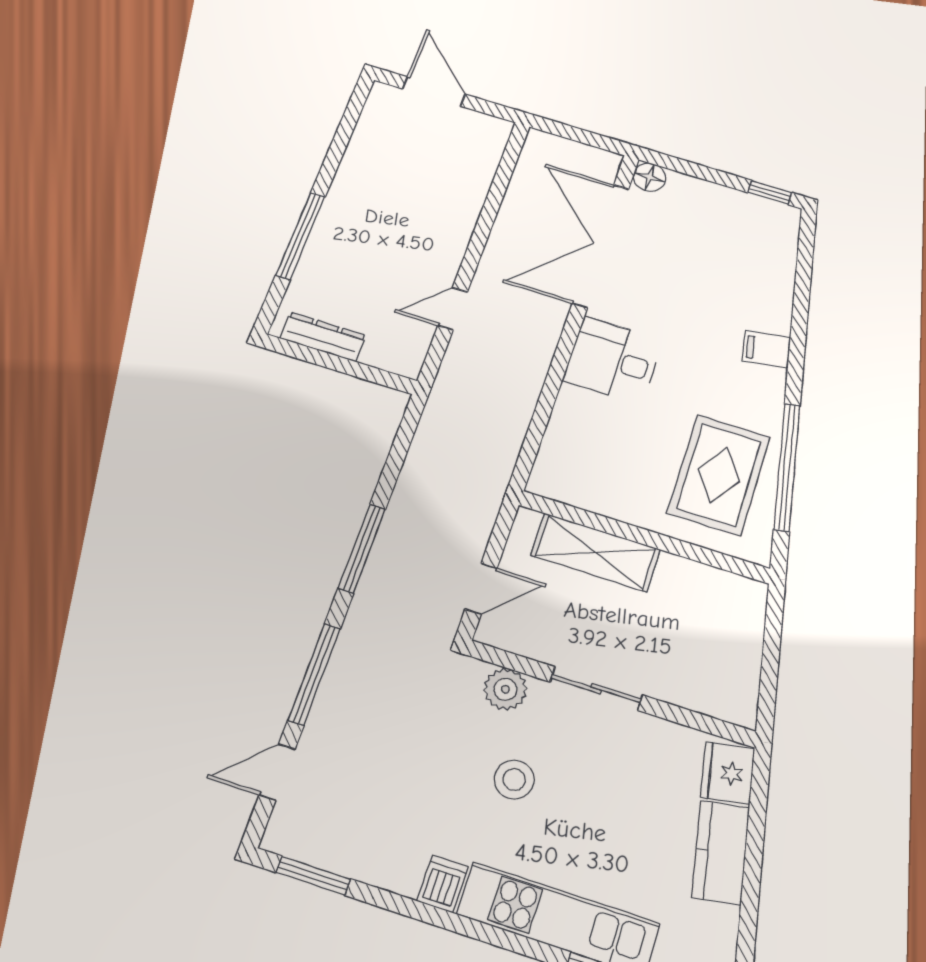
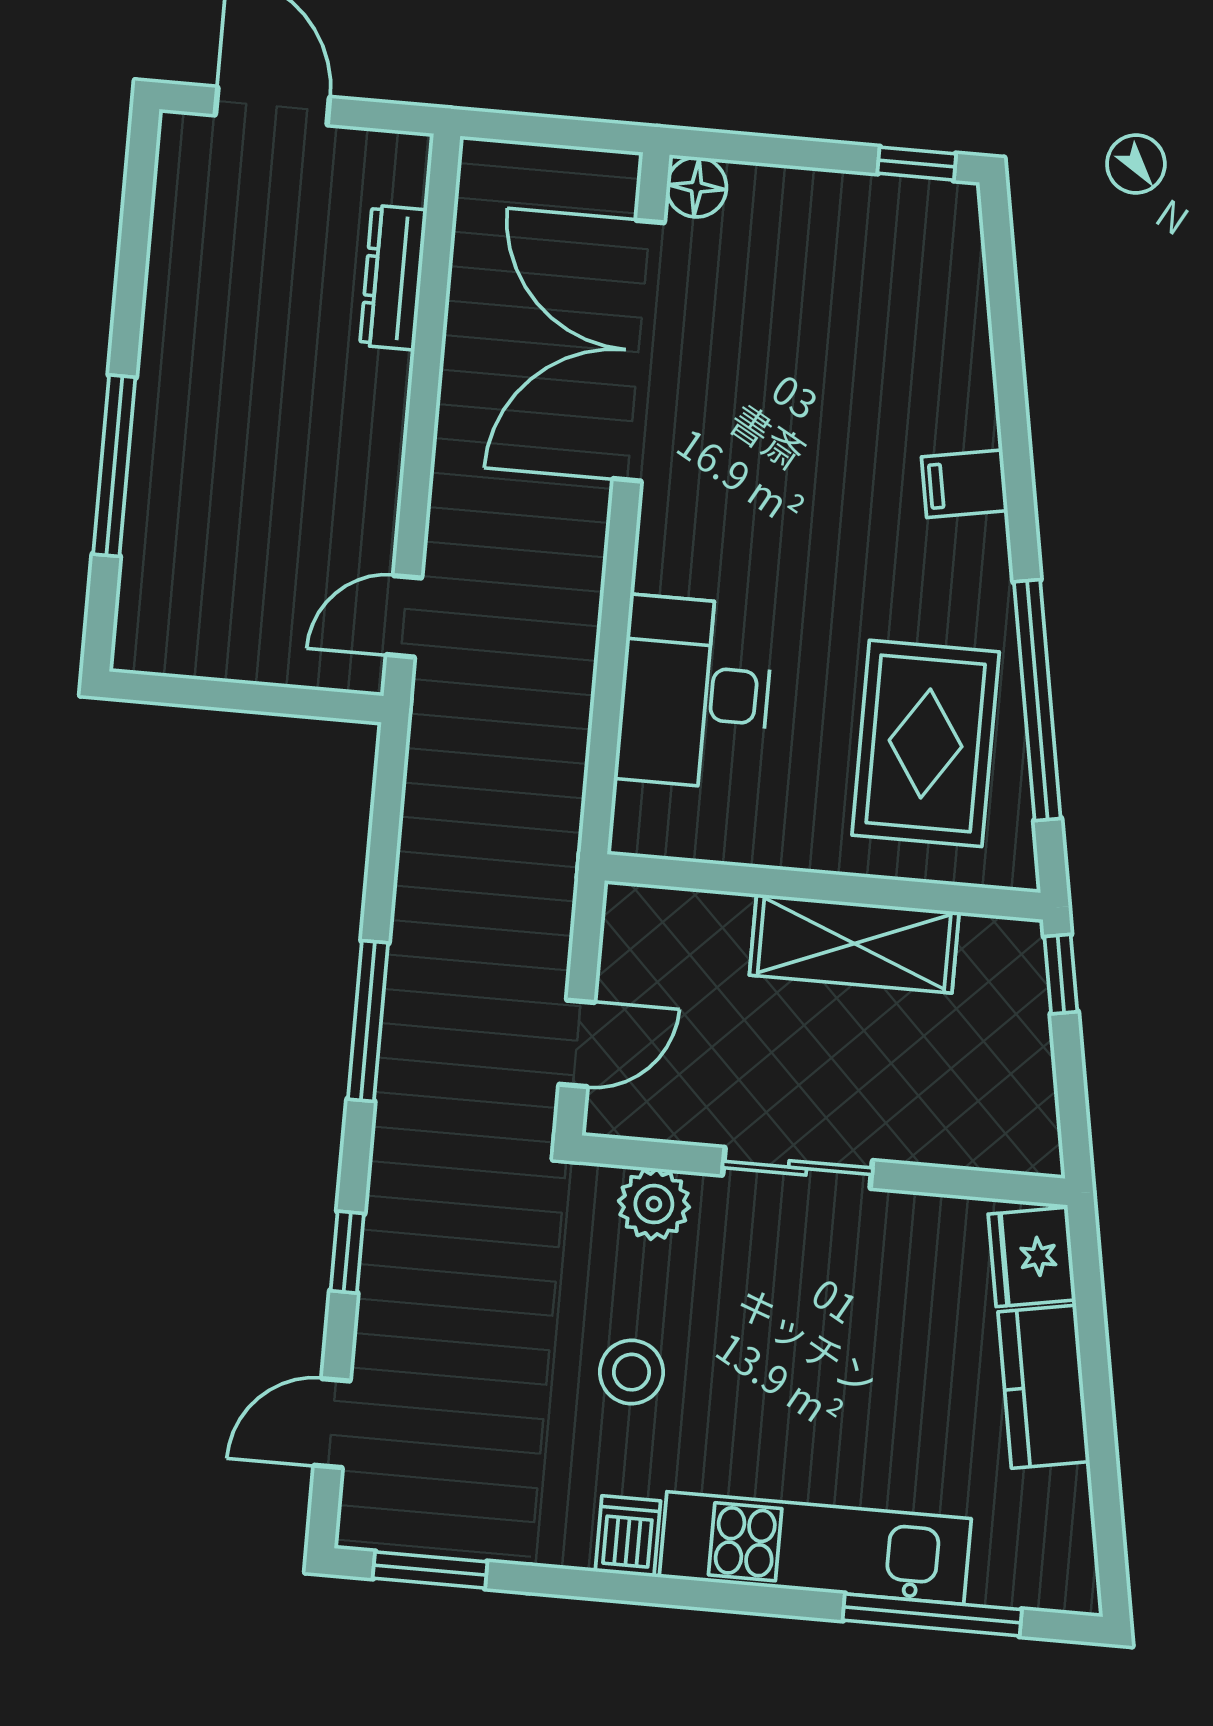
door: (453, 309) -> (404, 616), moved
dresser: (323, 337) -> (393, 278), moved, turned -90
desk: (613, 360) -> (694, 693), moved, width x1.37
shelving: (596, 552) -> (854, 944), moved
window: (774, 616) -> (1061, 974), added
window: (314, 674) -> (347, 1252), width x0.46
stool: (514, 780) -> (631, 1372), moved

